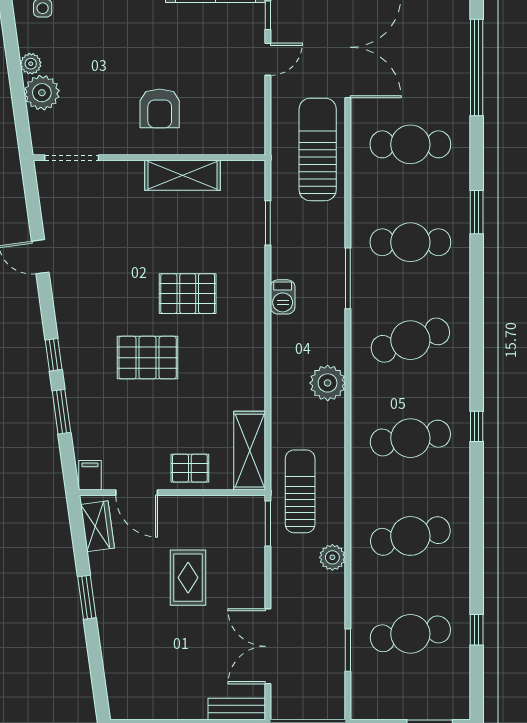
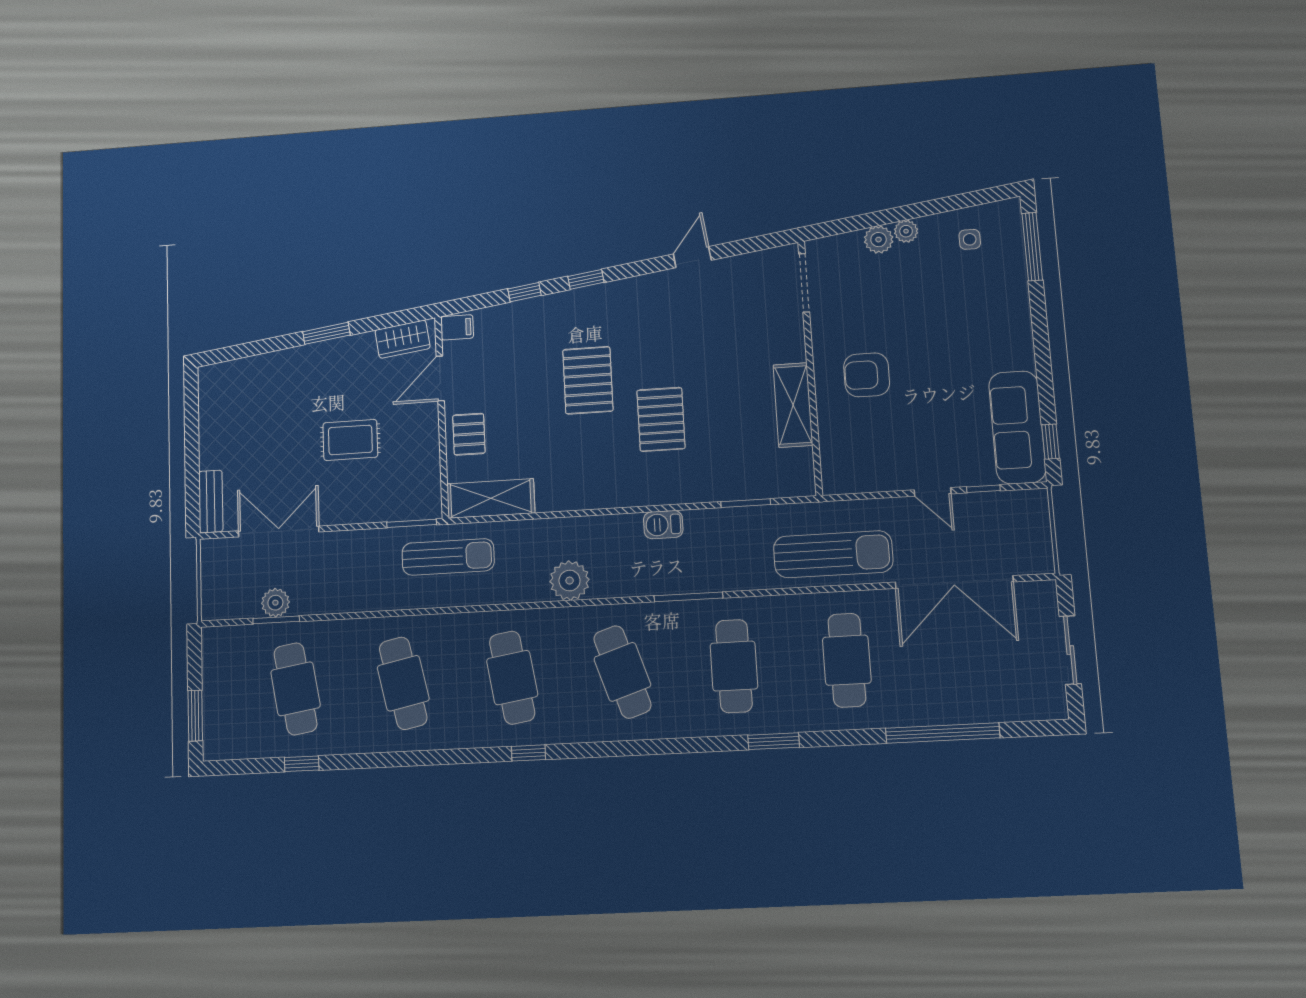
plant: (42, 93) -> (879, 240), width x0.73, depth x0.73
window: (61, 412) -> (525, 292), width x0.67
plant: (332, 557) -> (275, 603), moved

